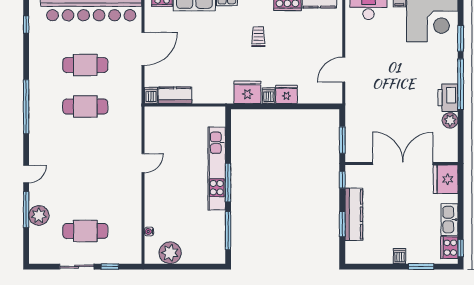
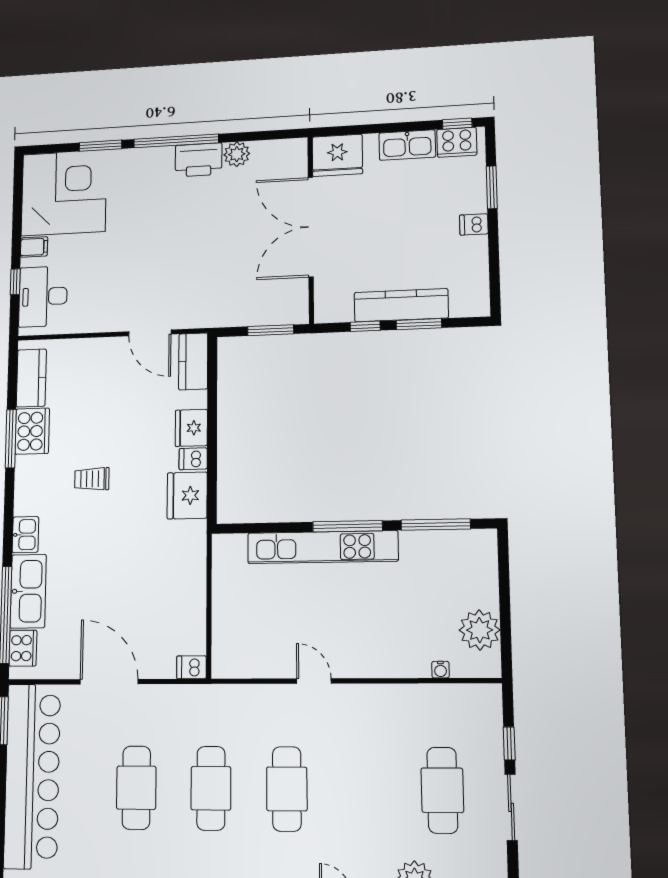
kitchen counter: (175, 95) -> (193, 361), moved
cafe table: (85, 148) -> (287, 789), added
window: (342, 180) -> (365, 326), moved

